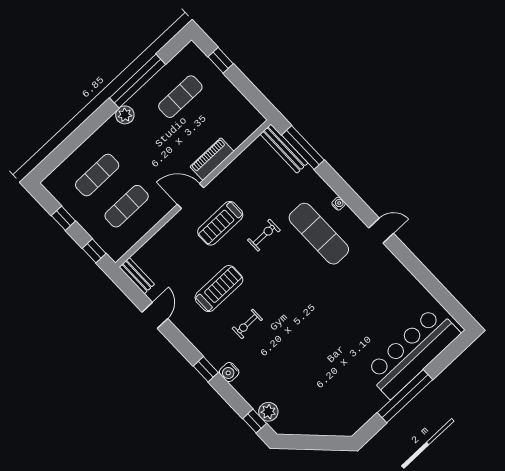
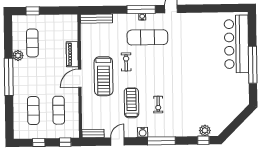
window: (138, 81) -> (9, 77), moved
plant: (125, 115) -> (18, 56), moved
window: (303, 147) -> (141, 9), moved
treadmill: (220, 223) -> (104, 76), width x1.37, depth x1.38
door: (155, 315) -> (118, 141), hinge flipped
window: (206, 369) -> (161, 141), width x2.17
water cooler: (229, 372) -> (143, 132), moved

